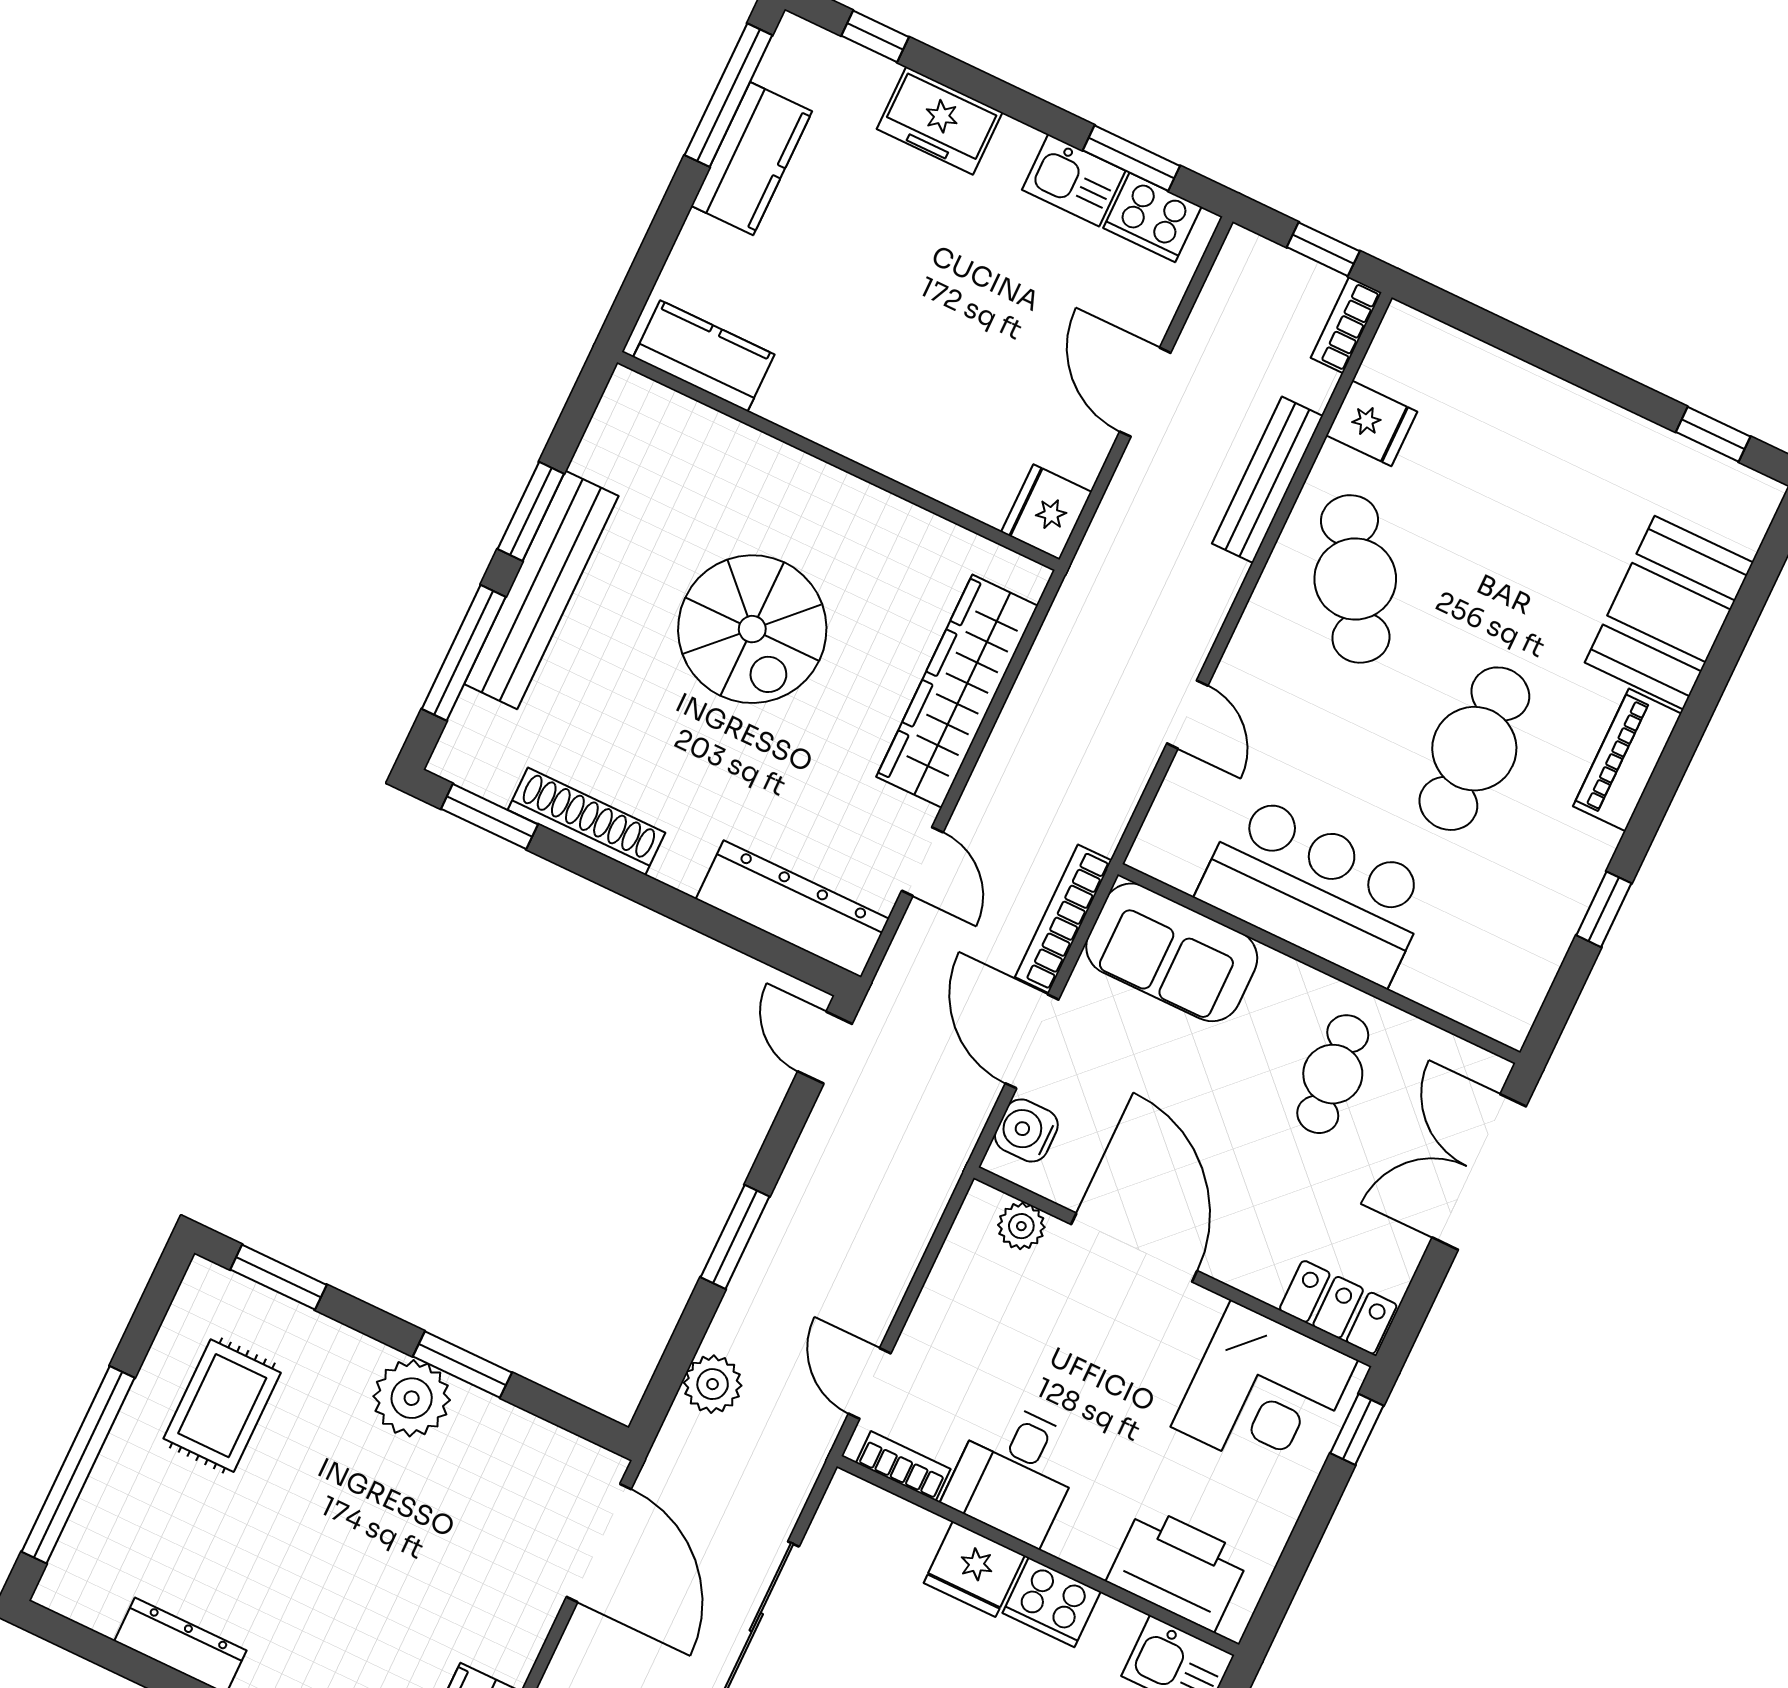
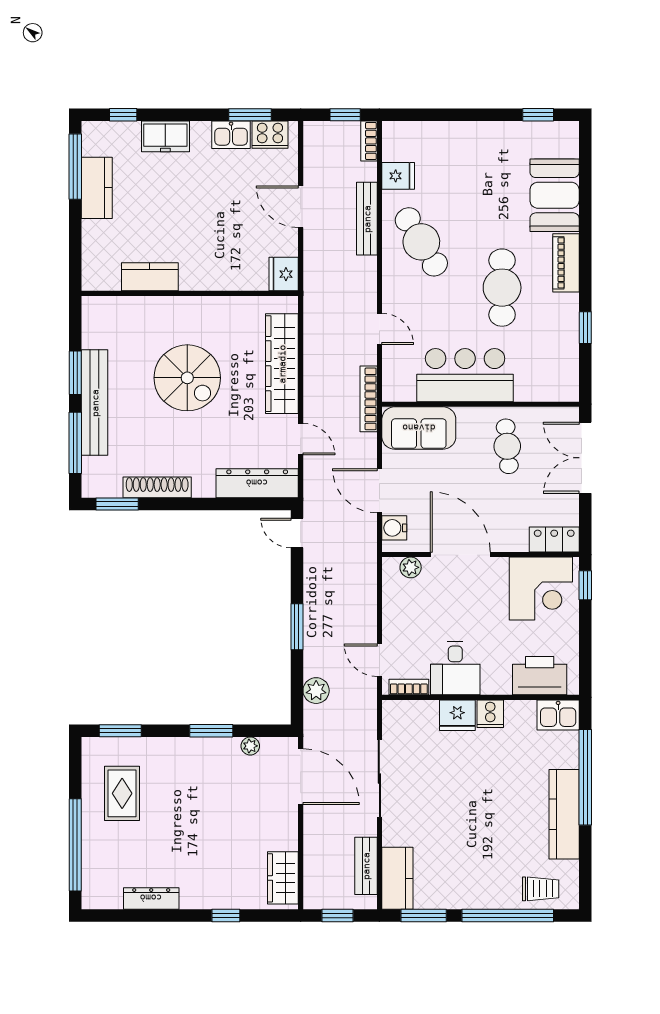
kitchen counter: (704, 356) -> (150, 277), moved
bookcase: (1063, 919) -> (369, 399), moved
plant: (412, 1398) -> (250, 746), moved, width x0.53, depth x0.53
cooker: (1052, 1602) -> (490, 714), width x0.73

